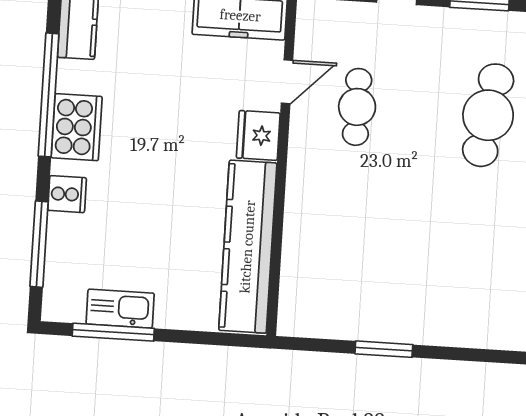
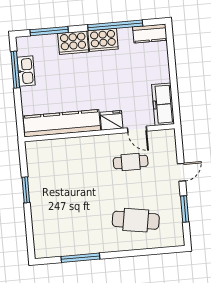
cooker: (67, 194) -> (73, 43), width x1.87, depth x1.31

